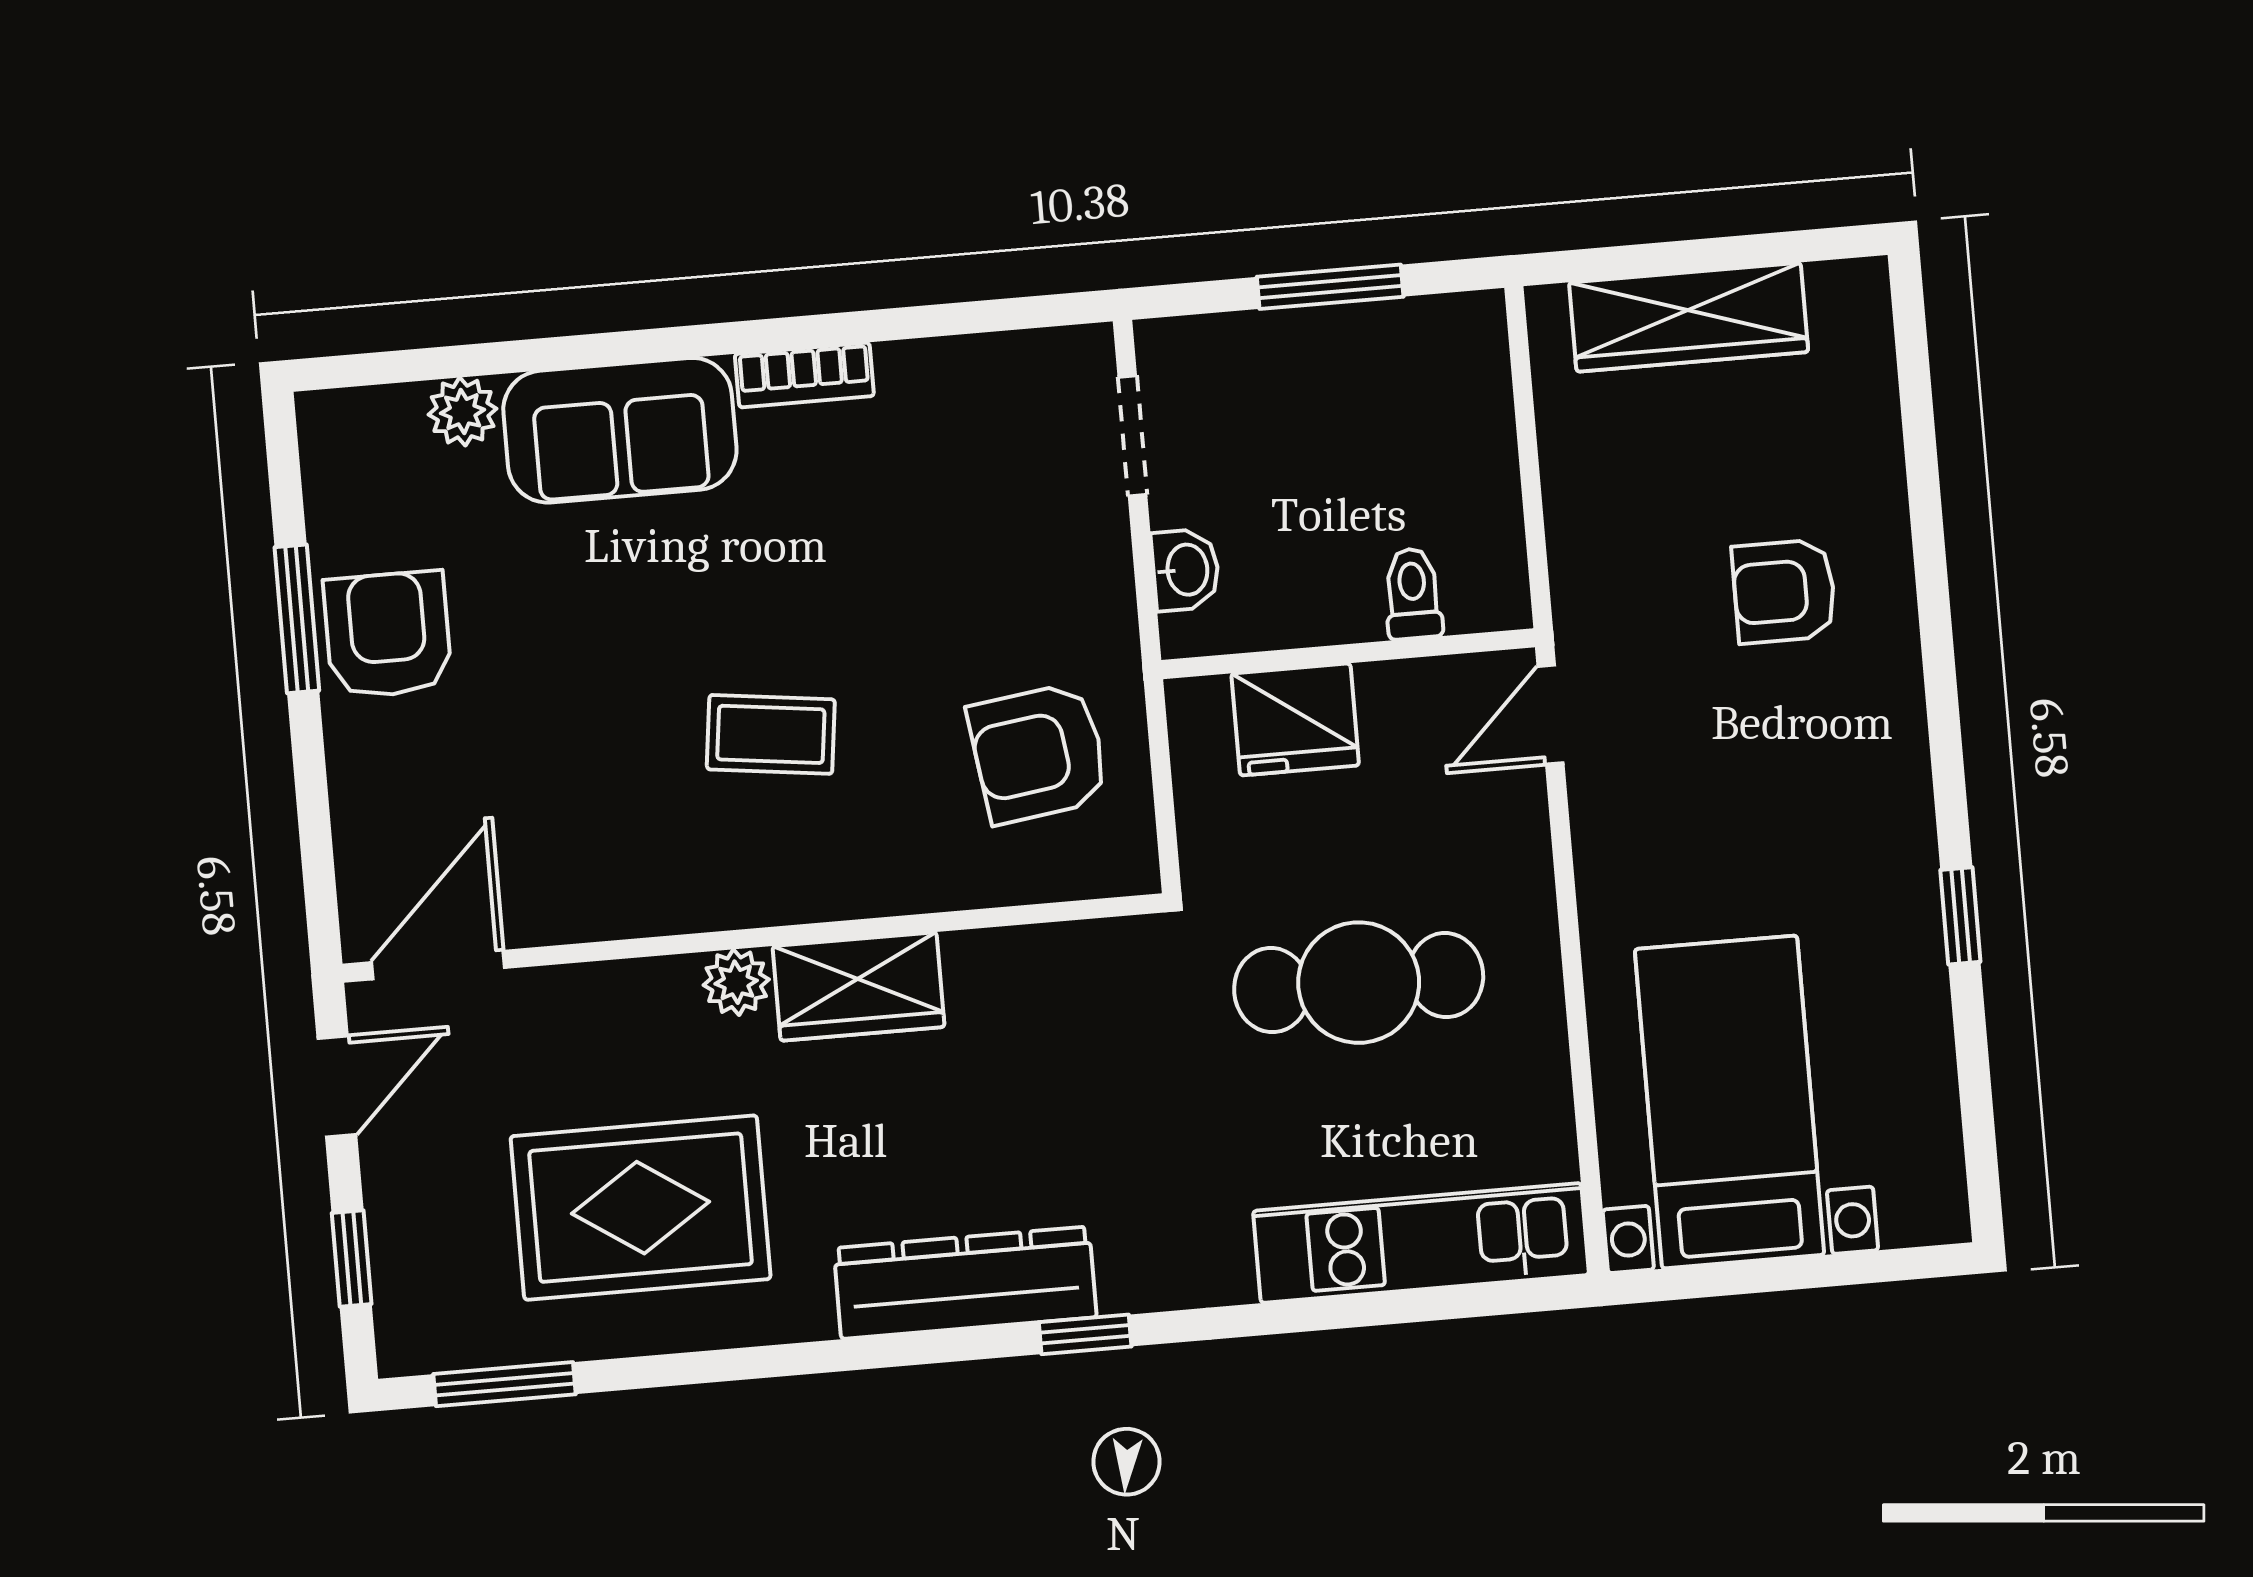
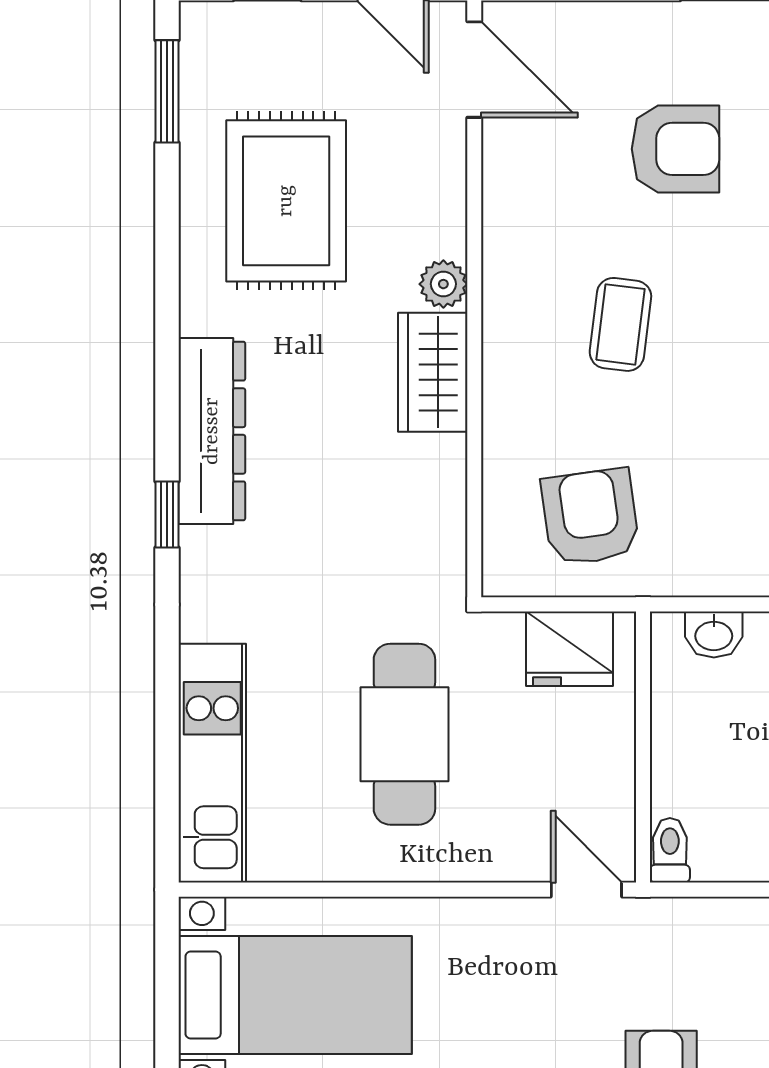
toilet: (1413, 594) -> (670, 850), moved, turned -90
armchair: (388, 635) -> (676, 149), moved
fridge: (1295, 719) -> (570, 649), moved, turned -90

